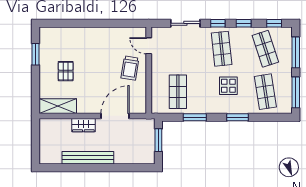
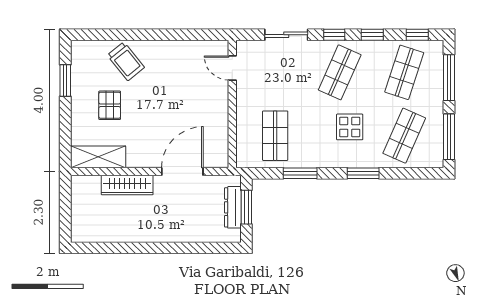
shop shelf: (222, 49) -> (340, 72), turned 30
shop shelf: (265, 49) -> (404, 72), turned 36
trolley: (130, 68) -> (126, 61), moved, turned -48
shop shelf: (265, 92) -> (404, 136), turned 33
wardrobe: (83, 125) -> (127, 185), width x1.50
dresser: (149, 140) -> (233, 207), added
bench: (88, 158) -> (142, 233), removed

